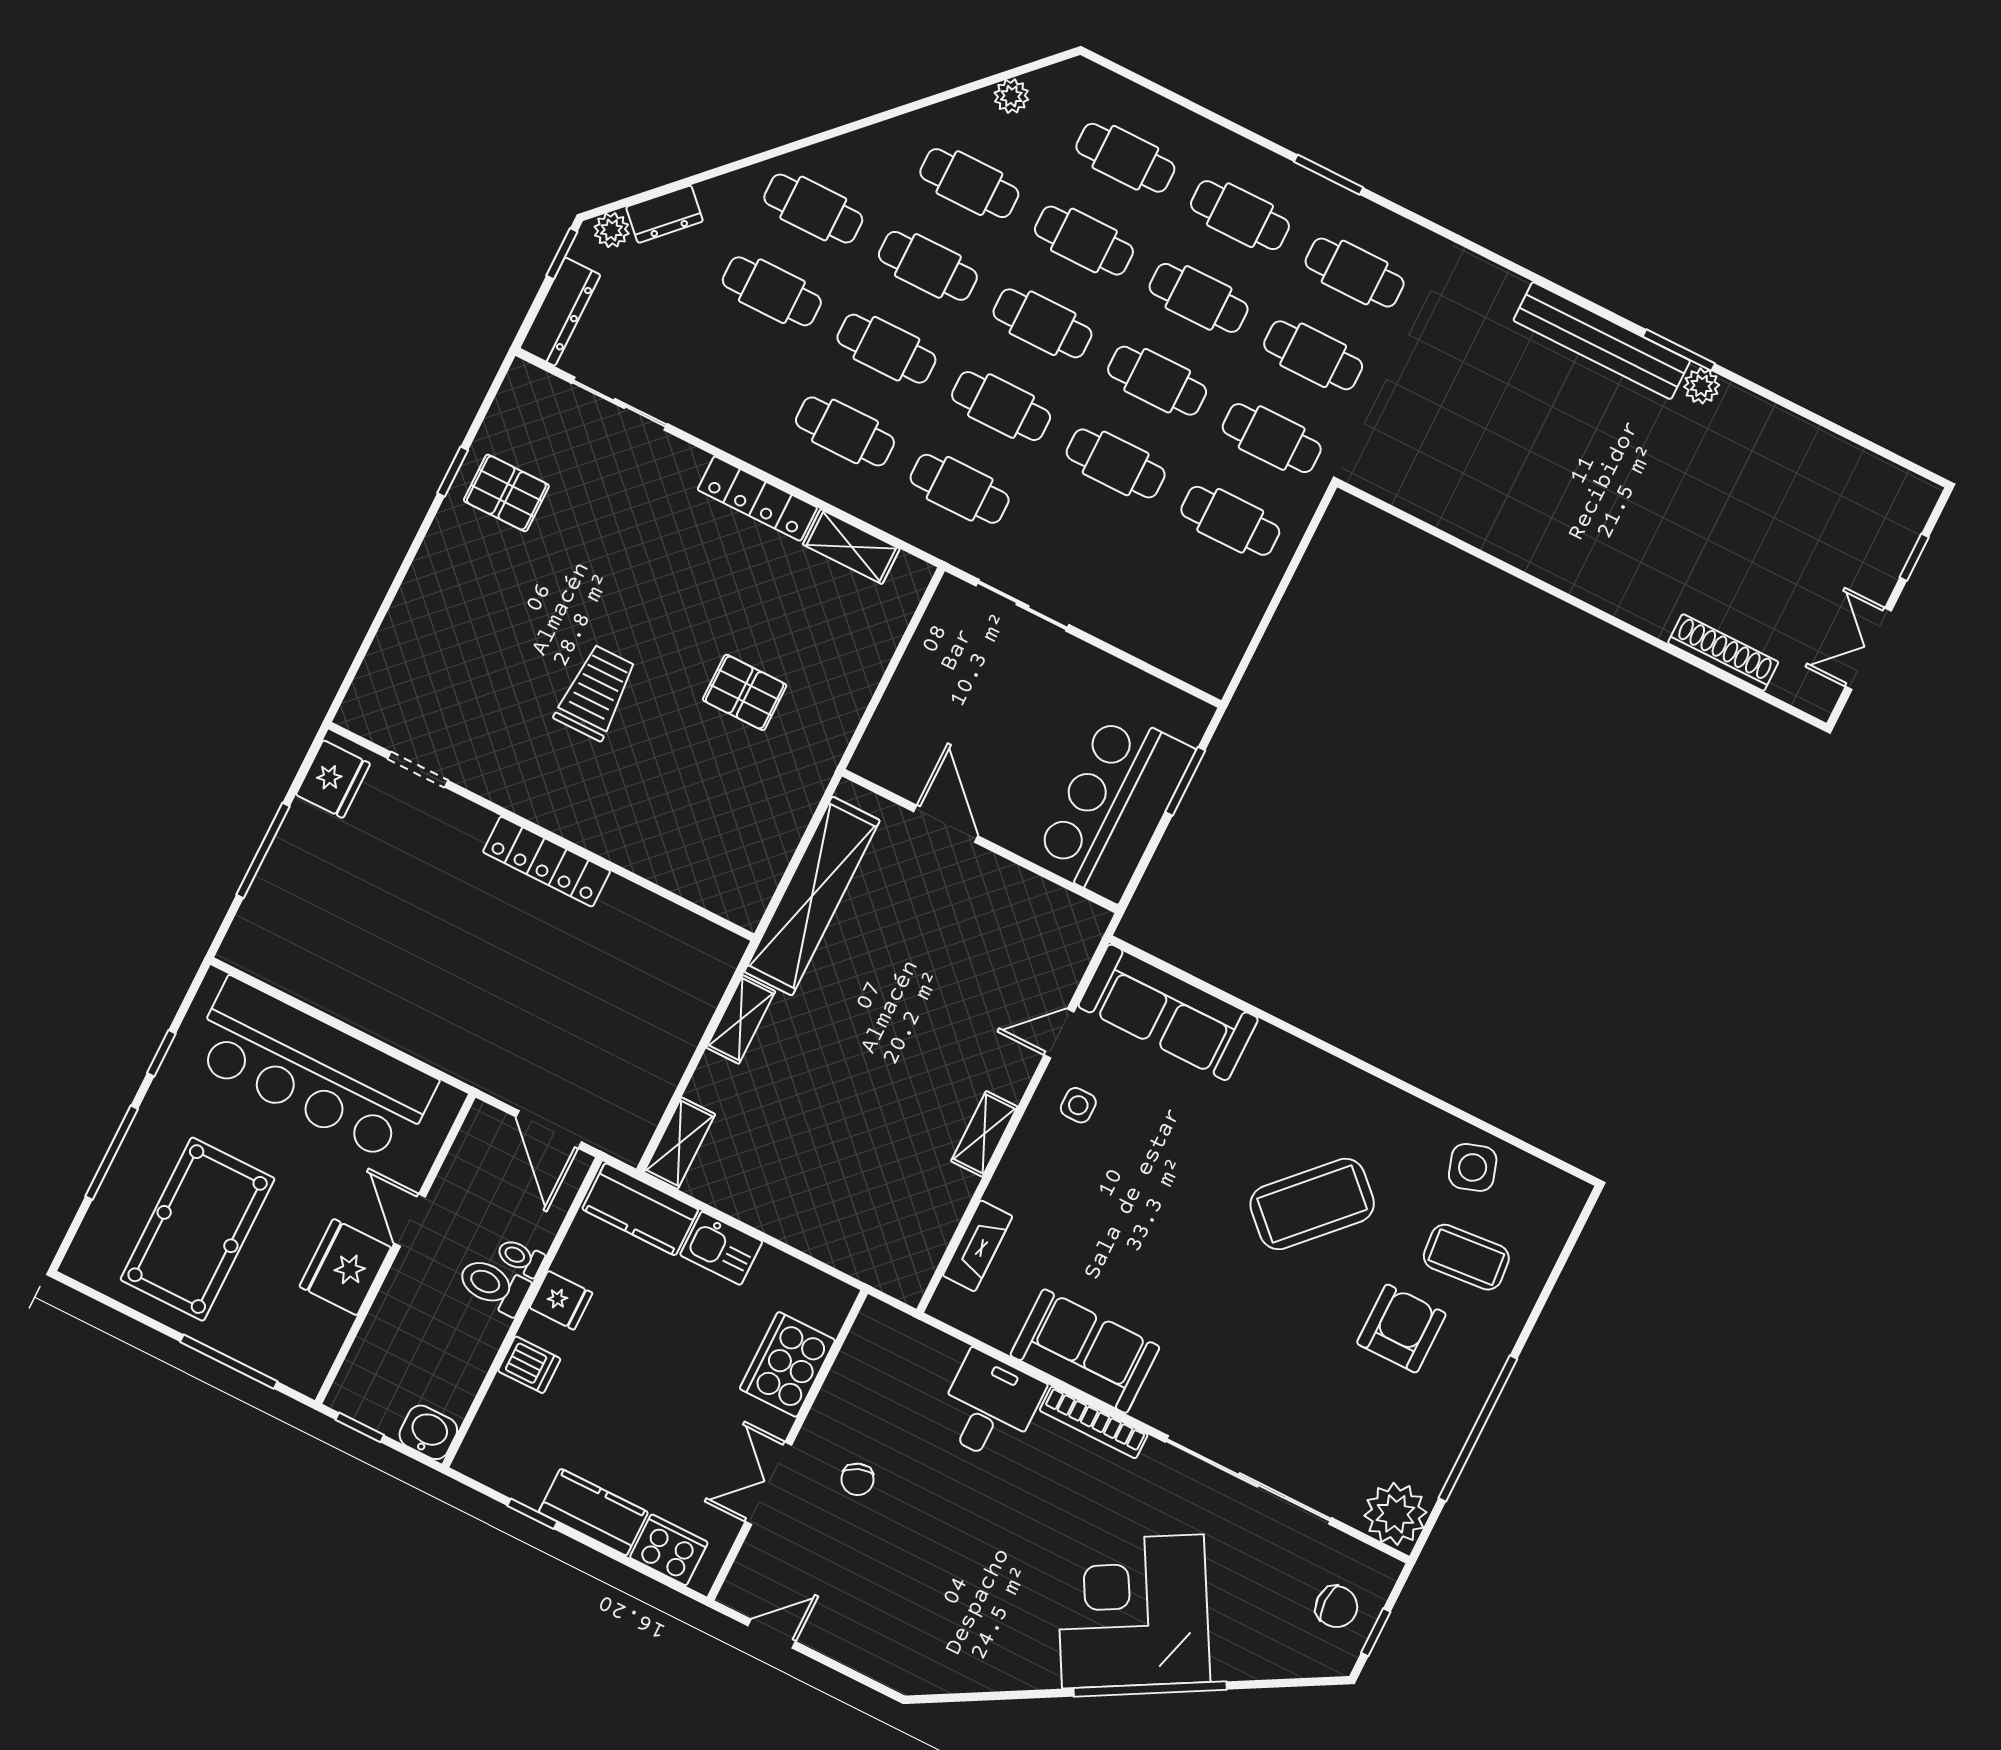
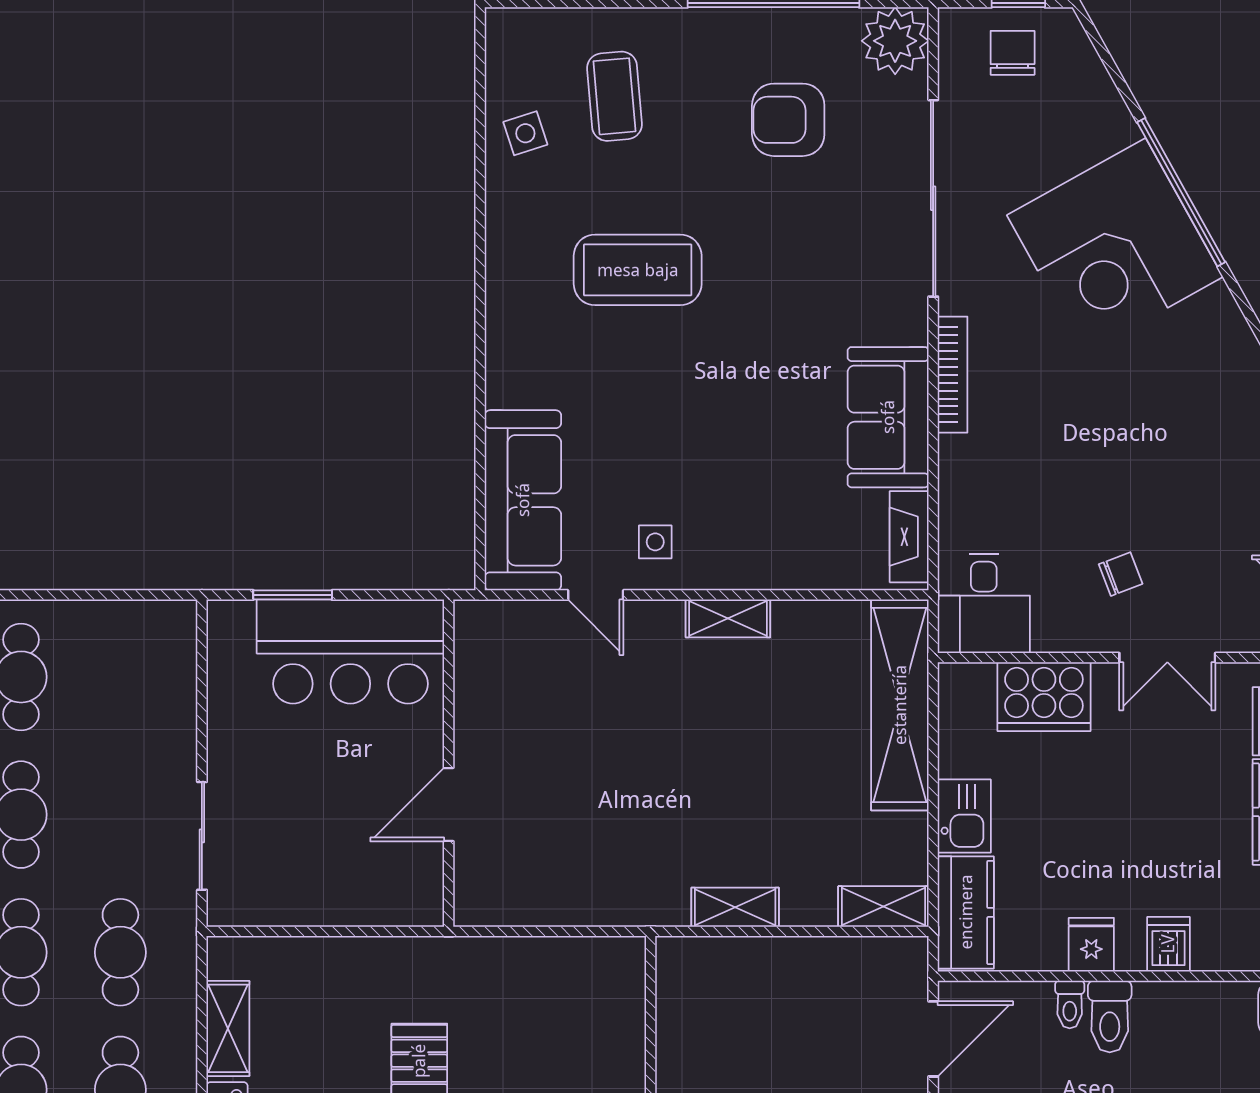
shelving: (812, 896) -> (900, 705), moved, turned 90
side table: (1473, 1167) -> (525, 133), width x0.73, depth x0.73
coffee table: (1312, 1204) -> (638, 270), turned -44
fireplace: (978, 1246) -> (909, 537), moved, turned -90
armchair: (1401, 1329) -> (788, 120), moved
desk: (989, 1407) -> (984, 603), moved, turned -90

